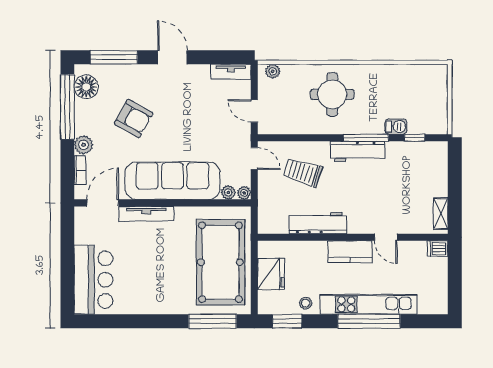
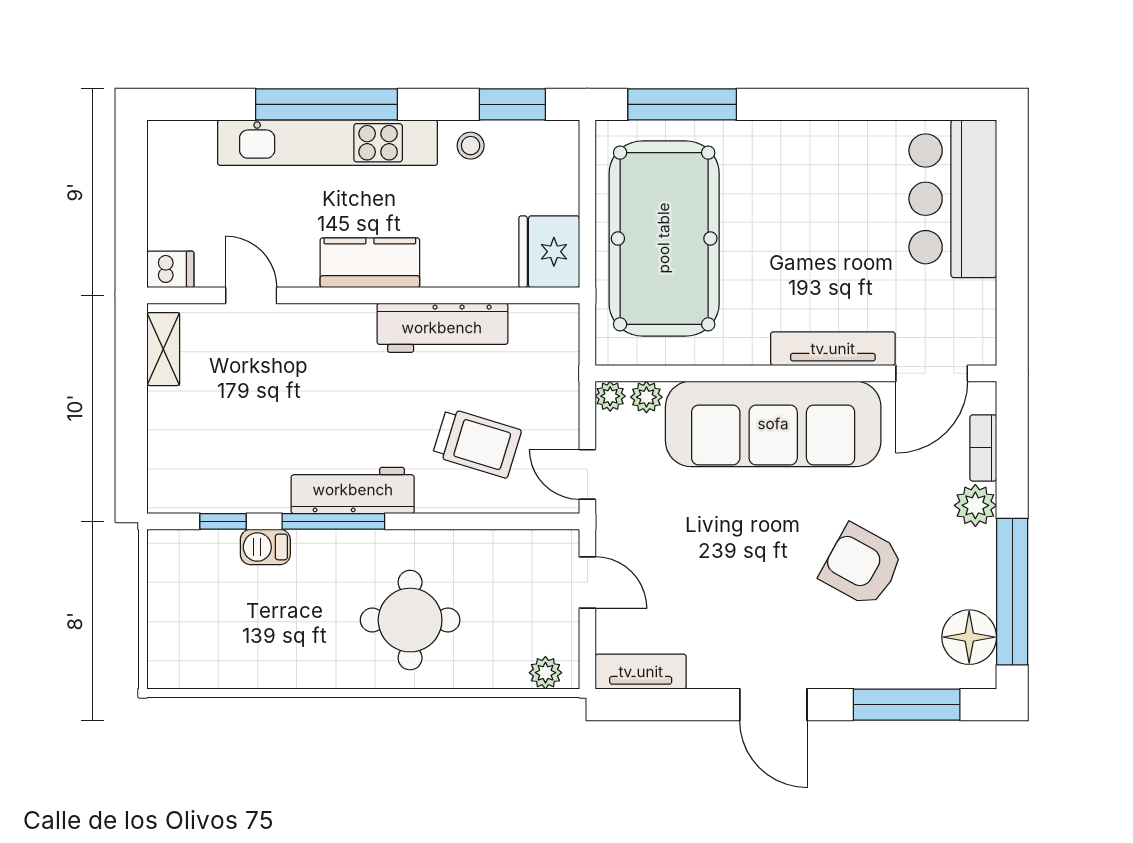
door: (386, 237) -> (251, 295), moved
fridge: (271, 274) -> (549, 252), moved

